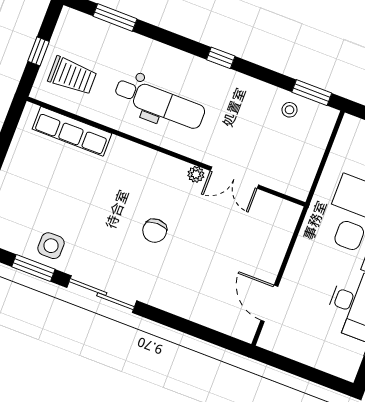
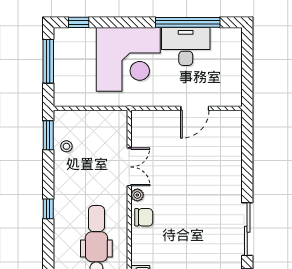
chair: (155, 231) -> (144, 217), moved
door: (269, 303) -> (195, 108), moved

